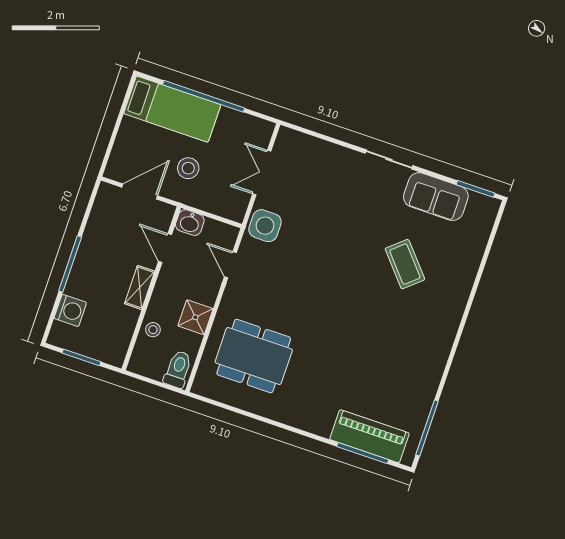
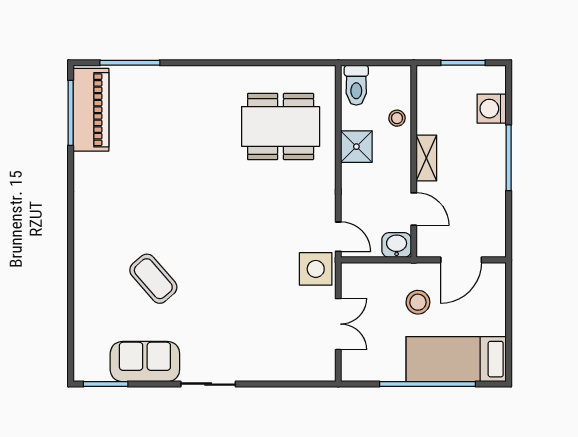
door: (230, 265) -> (338, 237), moved
piano: (369, 436) -> (91, 110), moved, turned -90

